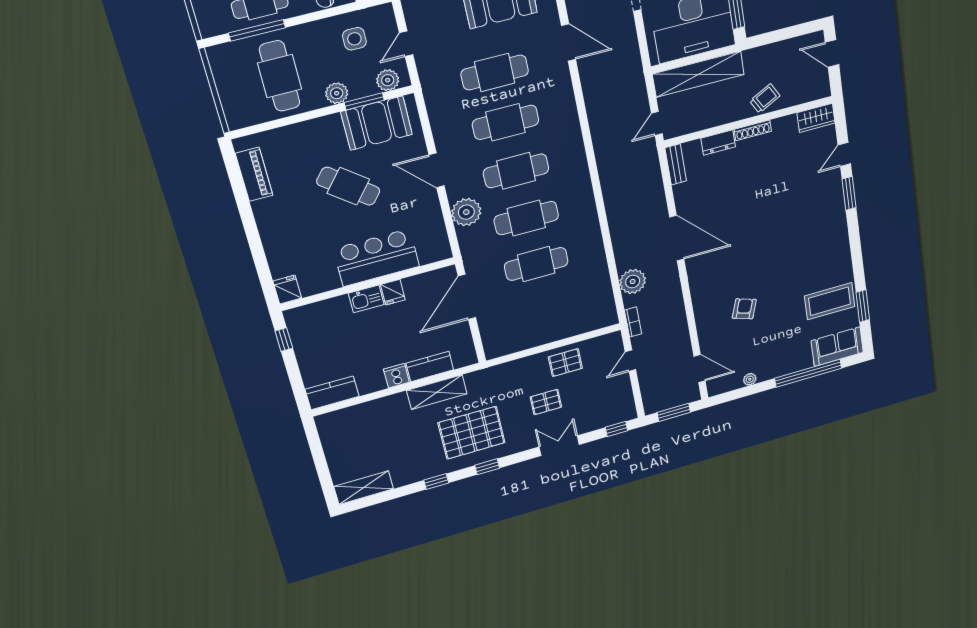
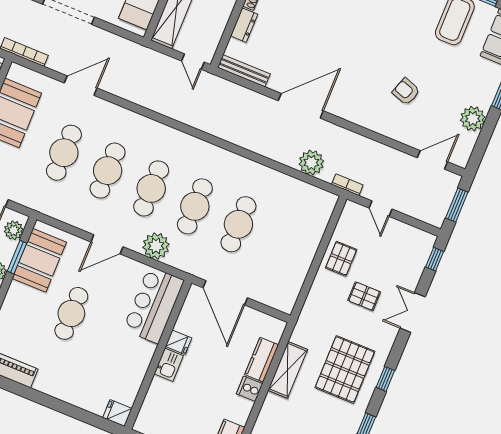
bench: (676, 164) -> (244, 71), width x1.36
cafe table: (348, 186) -> (71, 313), turned -39
bar counter: (376, 258) -> (154, 305), moved
plant: (750, 379) -> (473, 119), width x1.87, depth x1.87
pallet: (546, 402) -> (364, 296), turned 90

